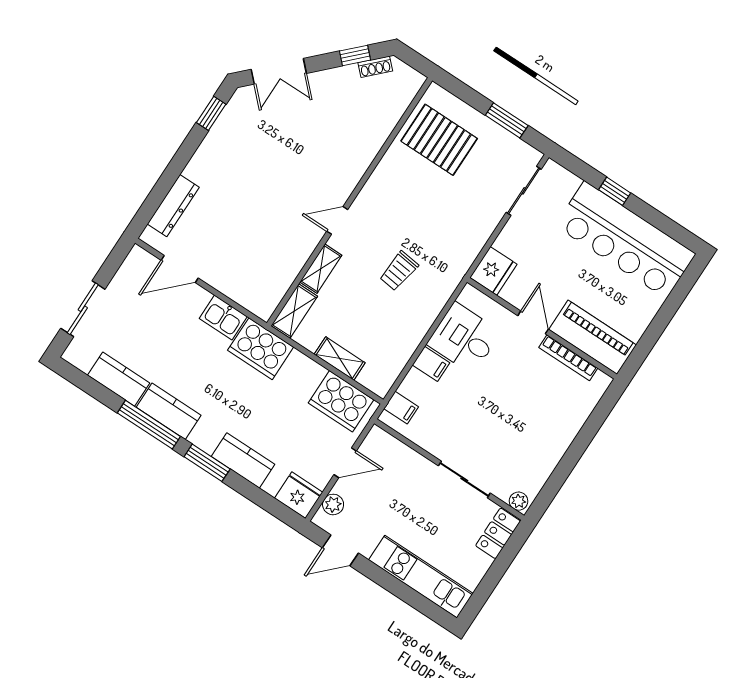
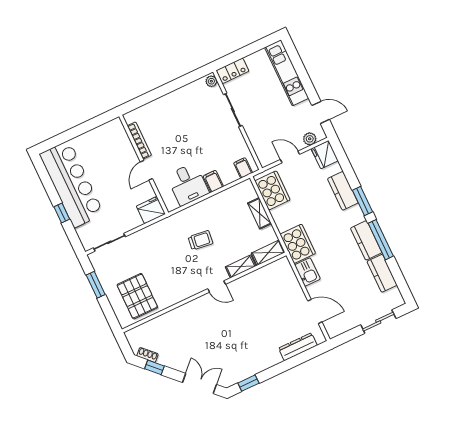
piano: (593, 337) -> (120, 143), removed

